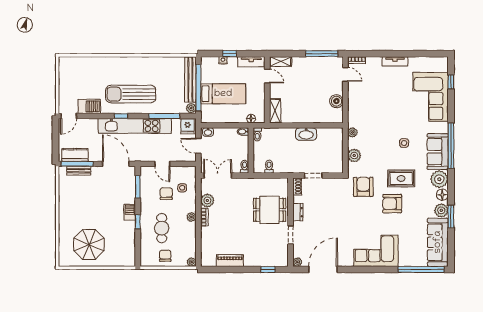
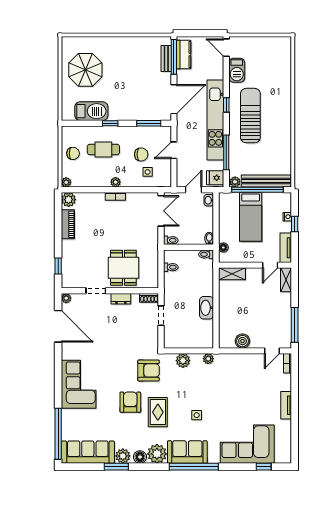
plant: (207, 200) -> (69, 200), moved
barbecue: (130, 212) -> (91, 111), moved, width x1.88, depth x1.53

